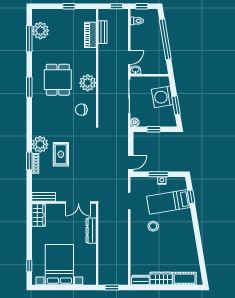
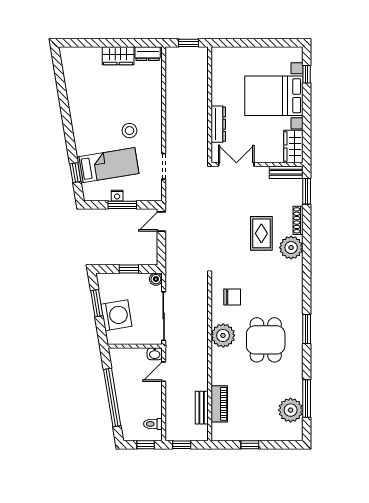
window: (29, 161) -> (307, 191), moved
bed with nightstands: (59, 265) -> (274, 96), moved, turned 90
cot: (185, 279) -> (85, 56), removed

